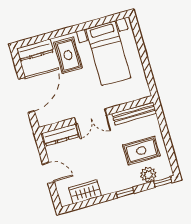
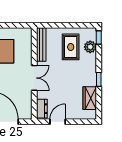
dresser: (61, 135) -> (42, 109), width x0.70
door: (48, 173) -> (58, 122), moved
window: (125, 193) -> (99, 79), moved

